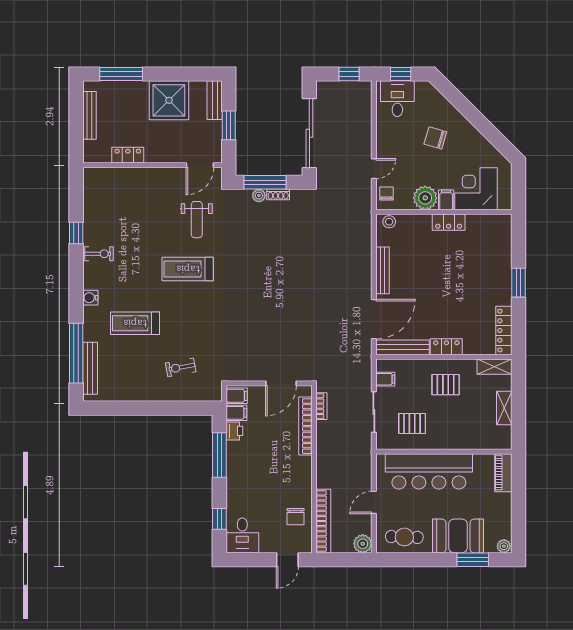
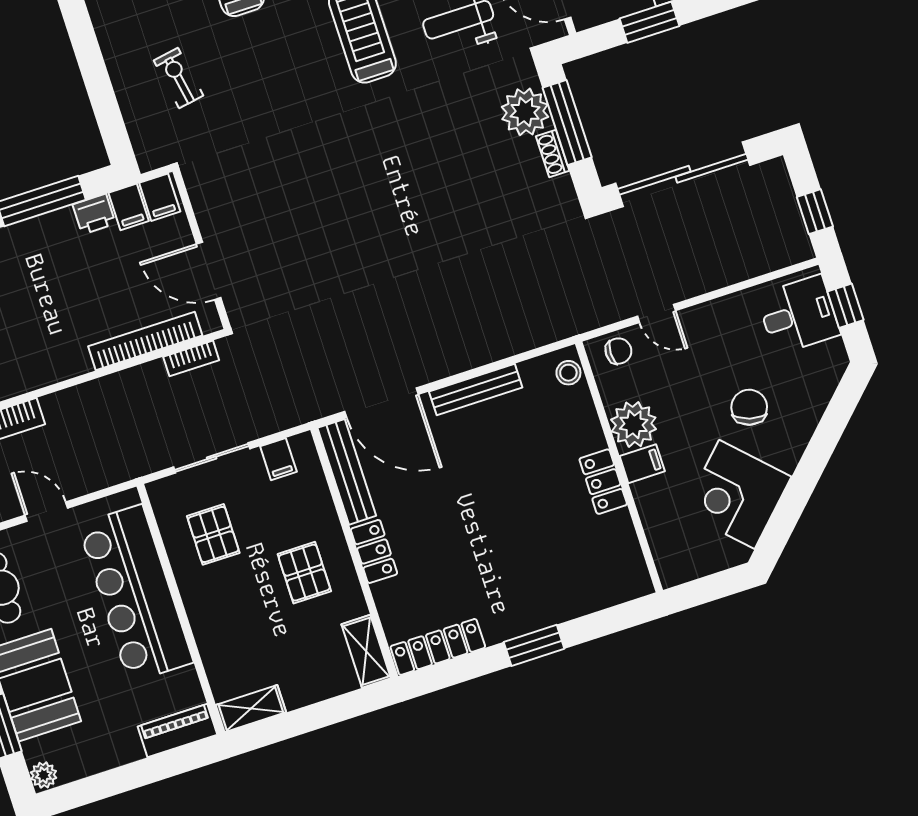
corner desk: (476, 189) -> (737, 494), moved, turned -135
plant: (259, 196) -> (525, 112), width x1.87, depth x1.87
shelving: (504, 408) -> (251, 709), moved

